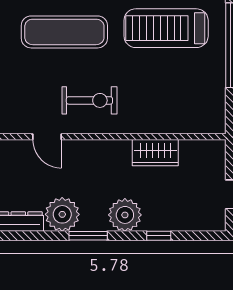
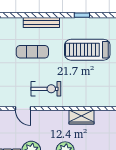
exercise mat: (64, 32) -> (32, 52), width x0.73, depth x0.69

